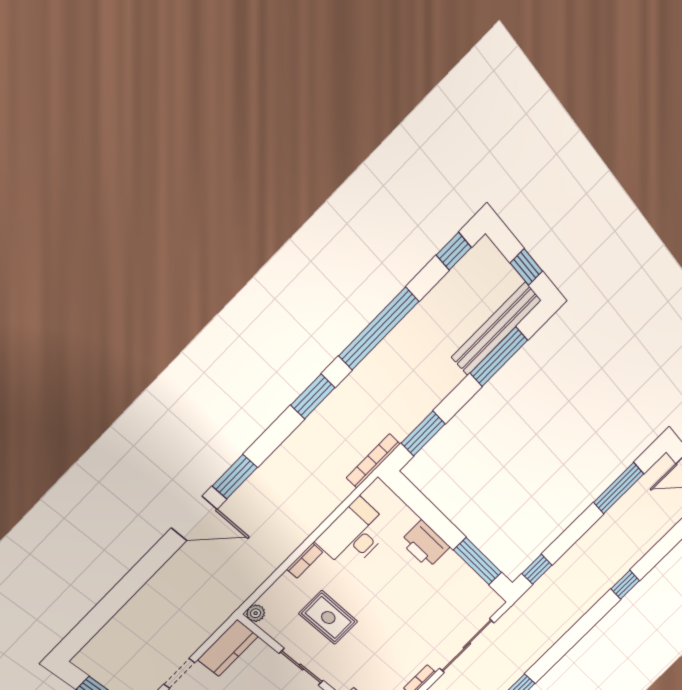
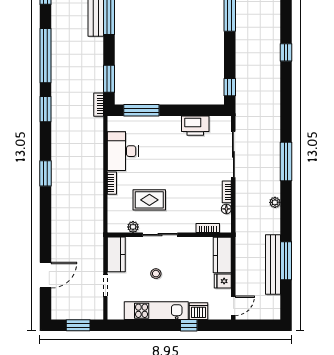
bookcase: (373, 461) -> (99, 105), width x0.64
door: (194, 518) -> (46, 275), moved
printer: (425, 544) -> (195, 126), moved
window: (478, 561) -> (141, 110), moved
plant: (256, 613) -> (133, 227), moved

